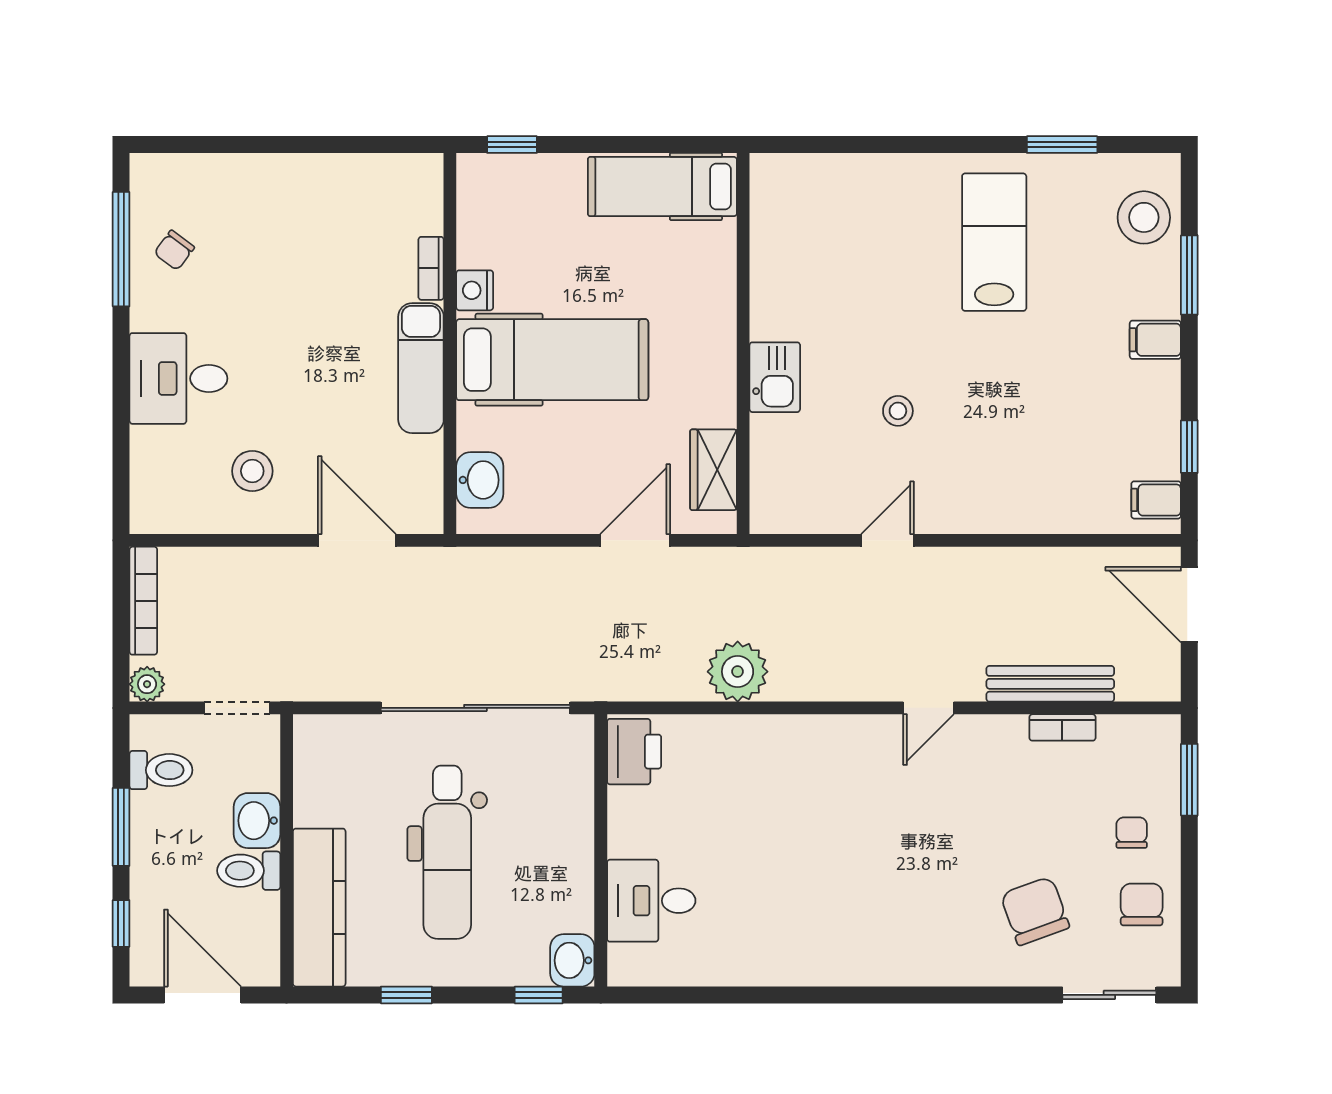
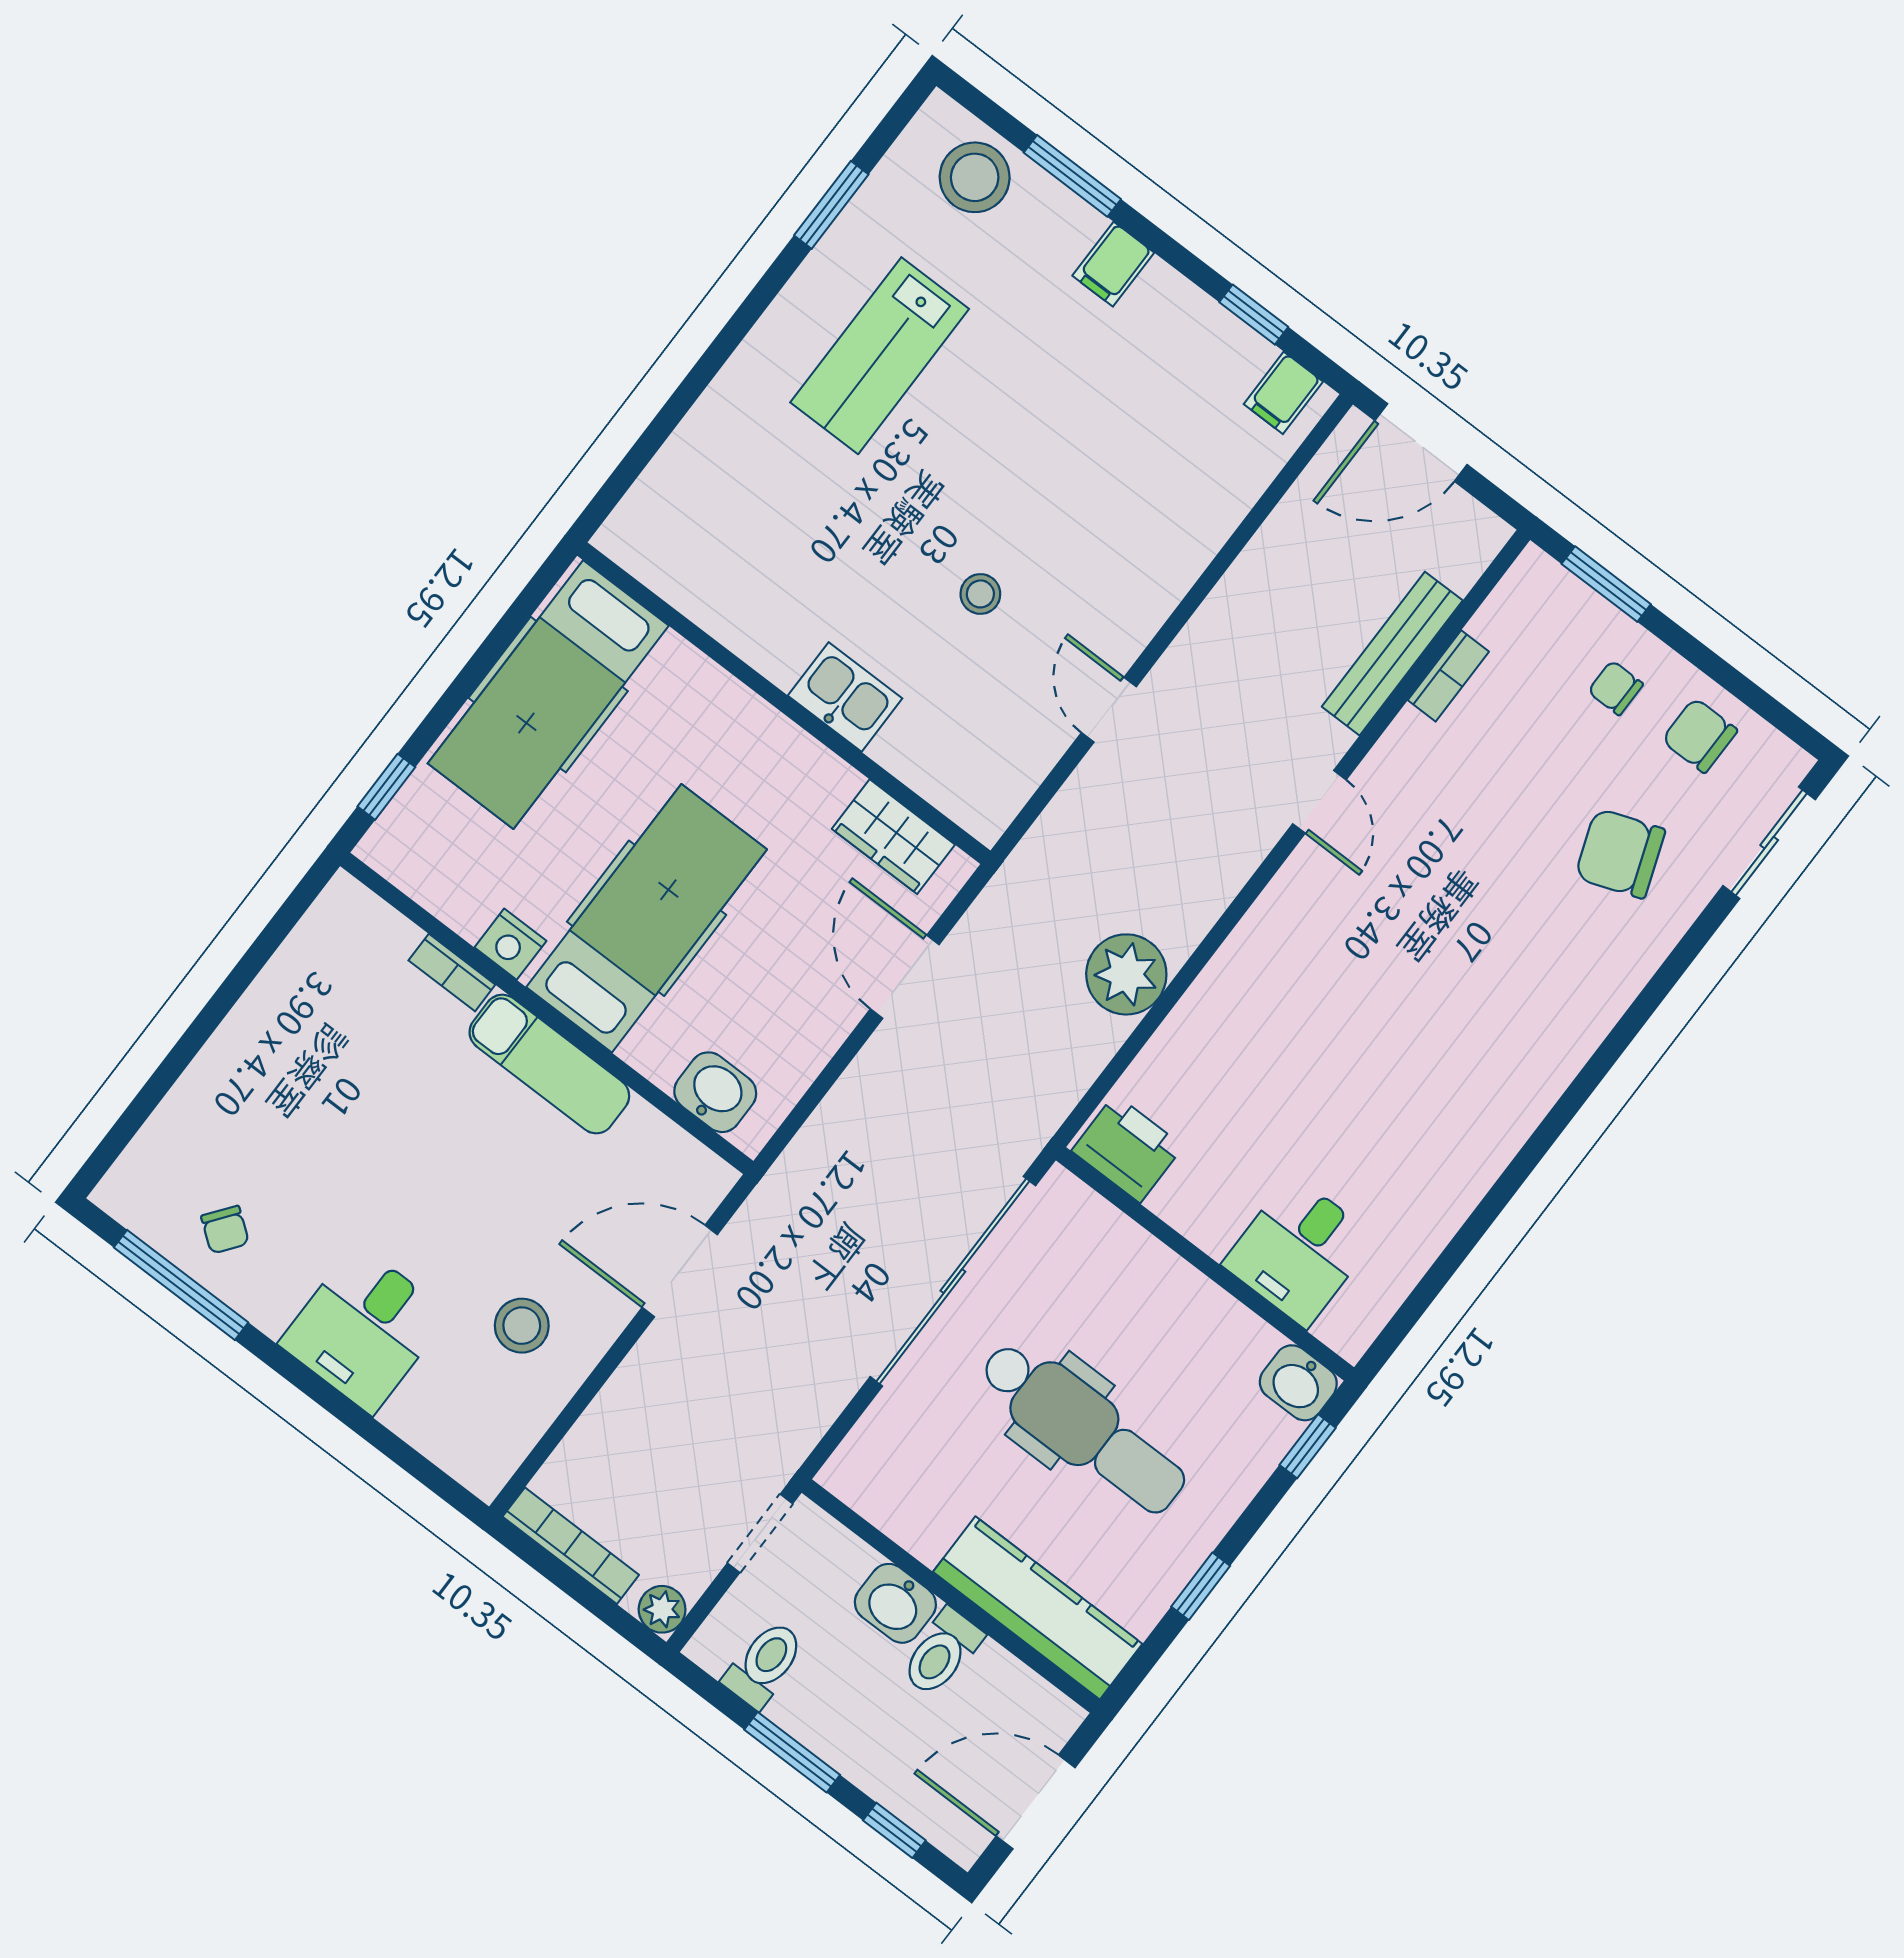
hospital bed: (662, 187) -> (548, 695), width x1.37, depth x1.29
lab bench: (994, 242) -> (880, 356), turned -90

